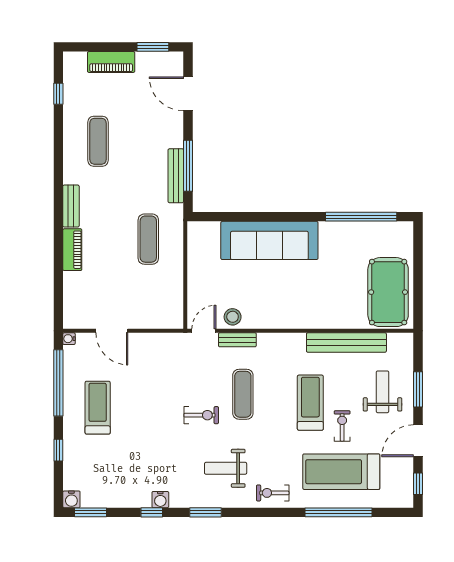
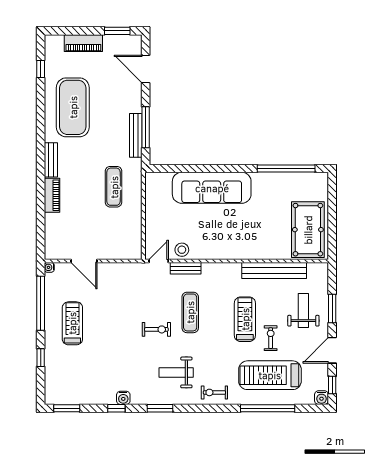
exercise mat: (98, 141) -> (73, 107), width x2.00, depth x1.45
water cooler: (71, 499) -> (322, 398), moved

